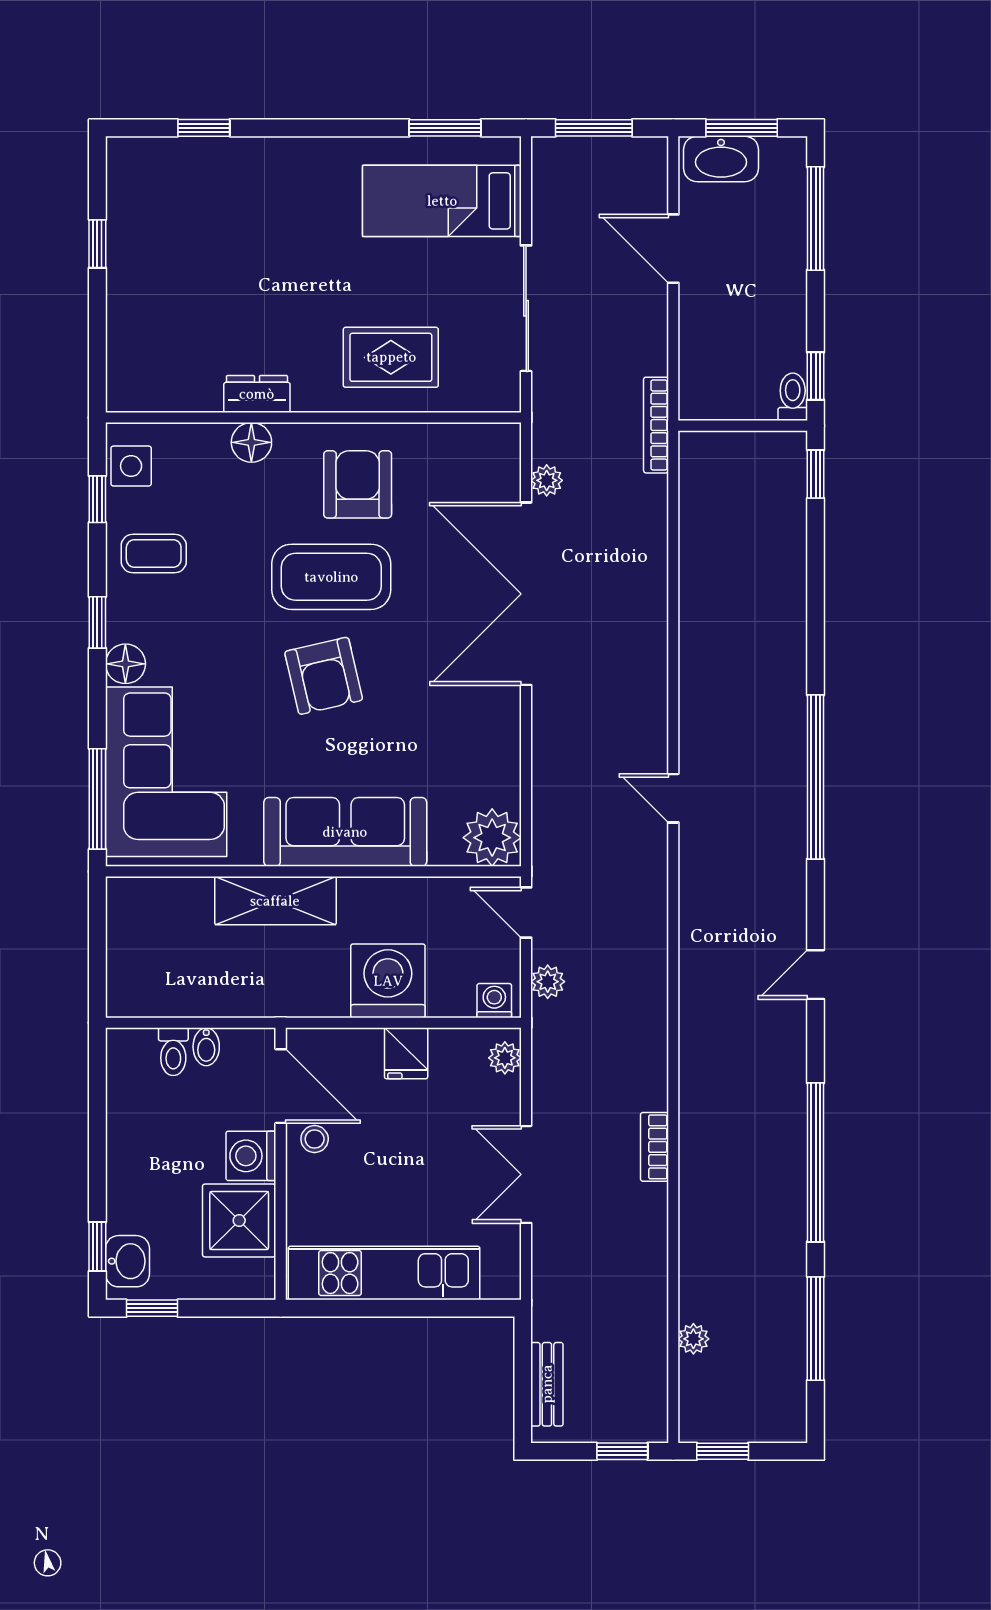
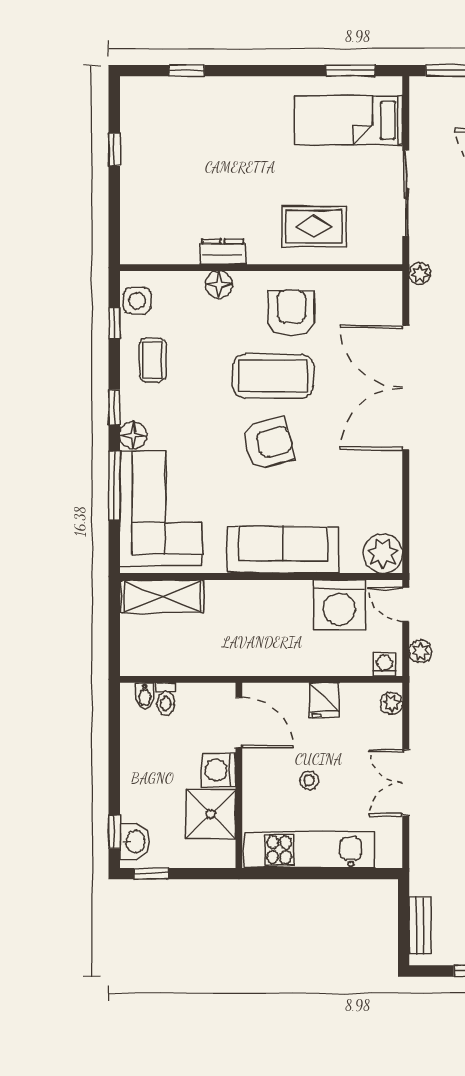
plant: (547, 480) -> (420, 274), moved
coffee table: (154, 553) -> (153, 360), turned 90
armchair: (324, 676) -> (268, 443), turned -92
window: (97, 799) -> (114, 485), moved
shelving: (275, 901) -> (162, 596), moved
washing machine: (388, 981) -> (339, 605), moved, turned 180
bidet: (206, 1047) -> (145, 696), moved
stool: (315, 1139) -> (309, 780), moved

